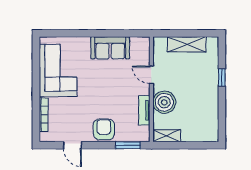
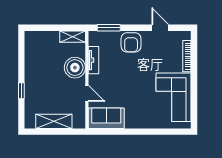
sofa: (110, 48) -> (106, 118), moved

